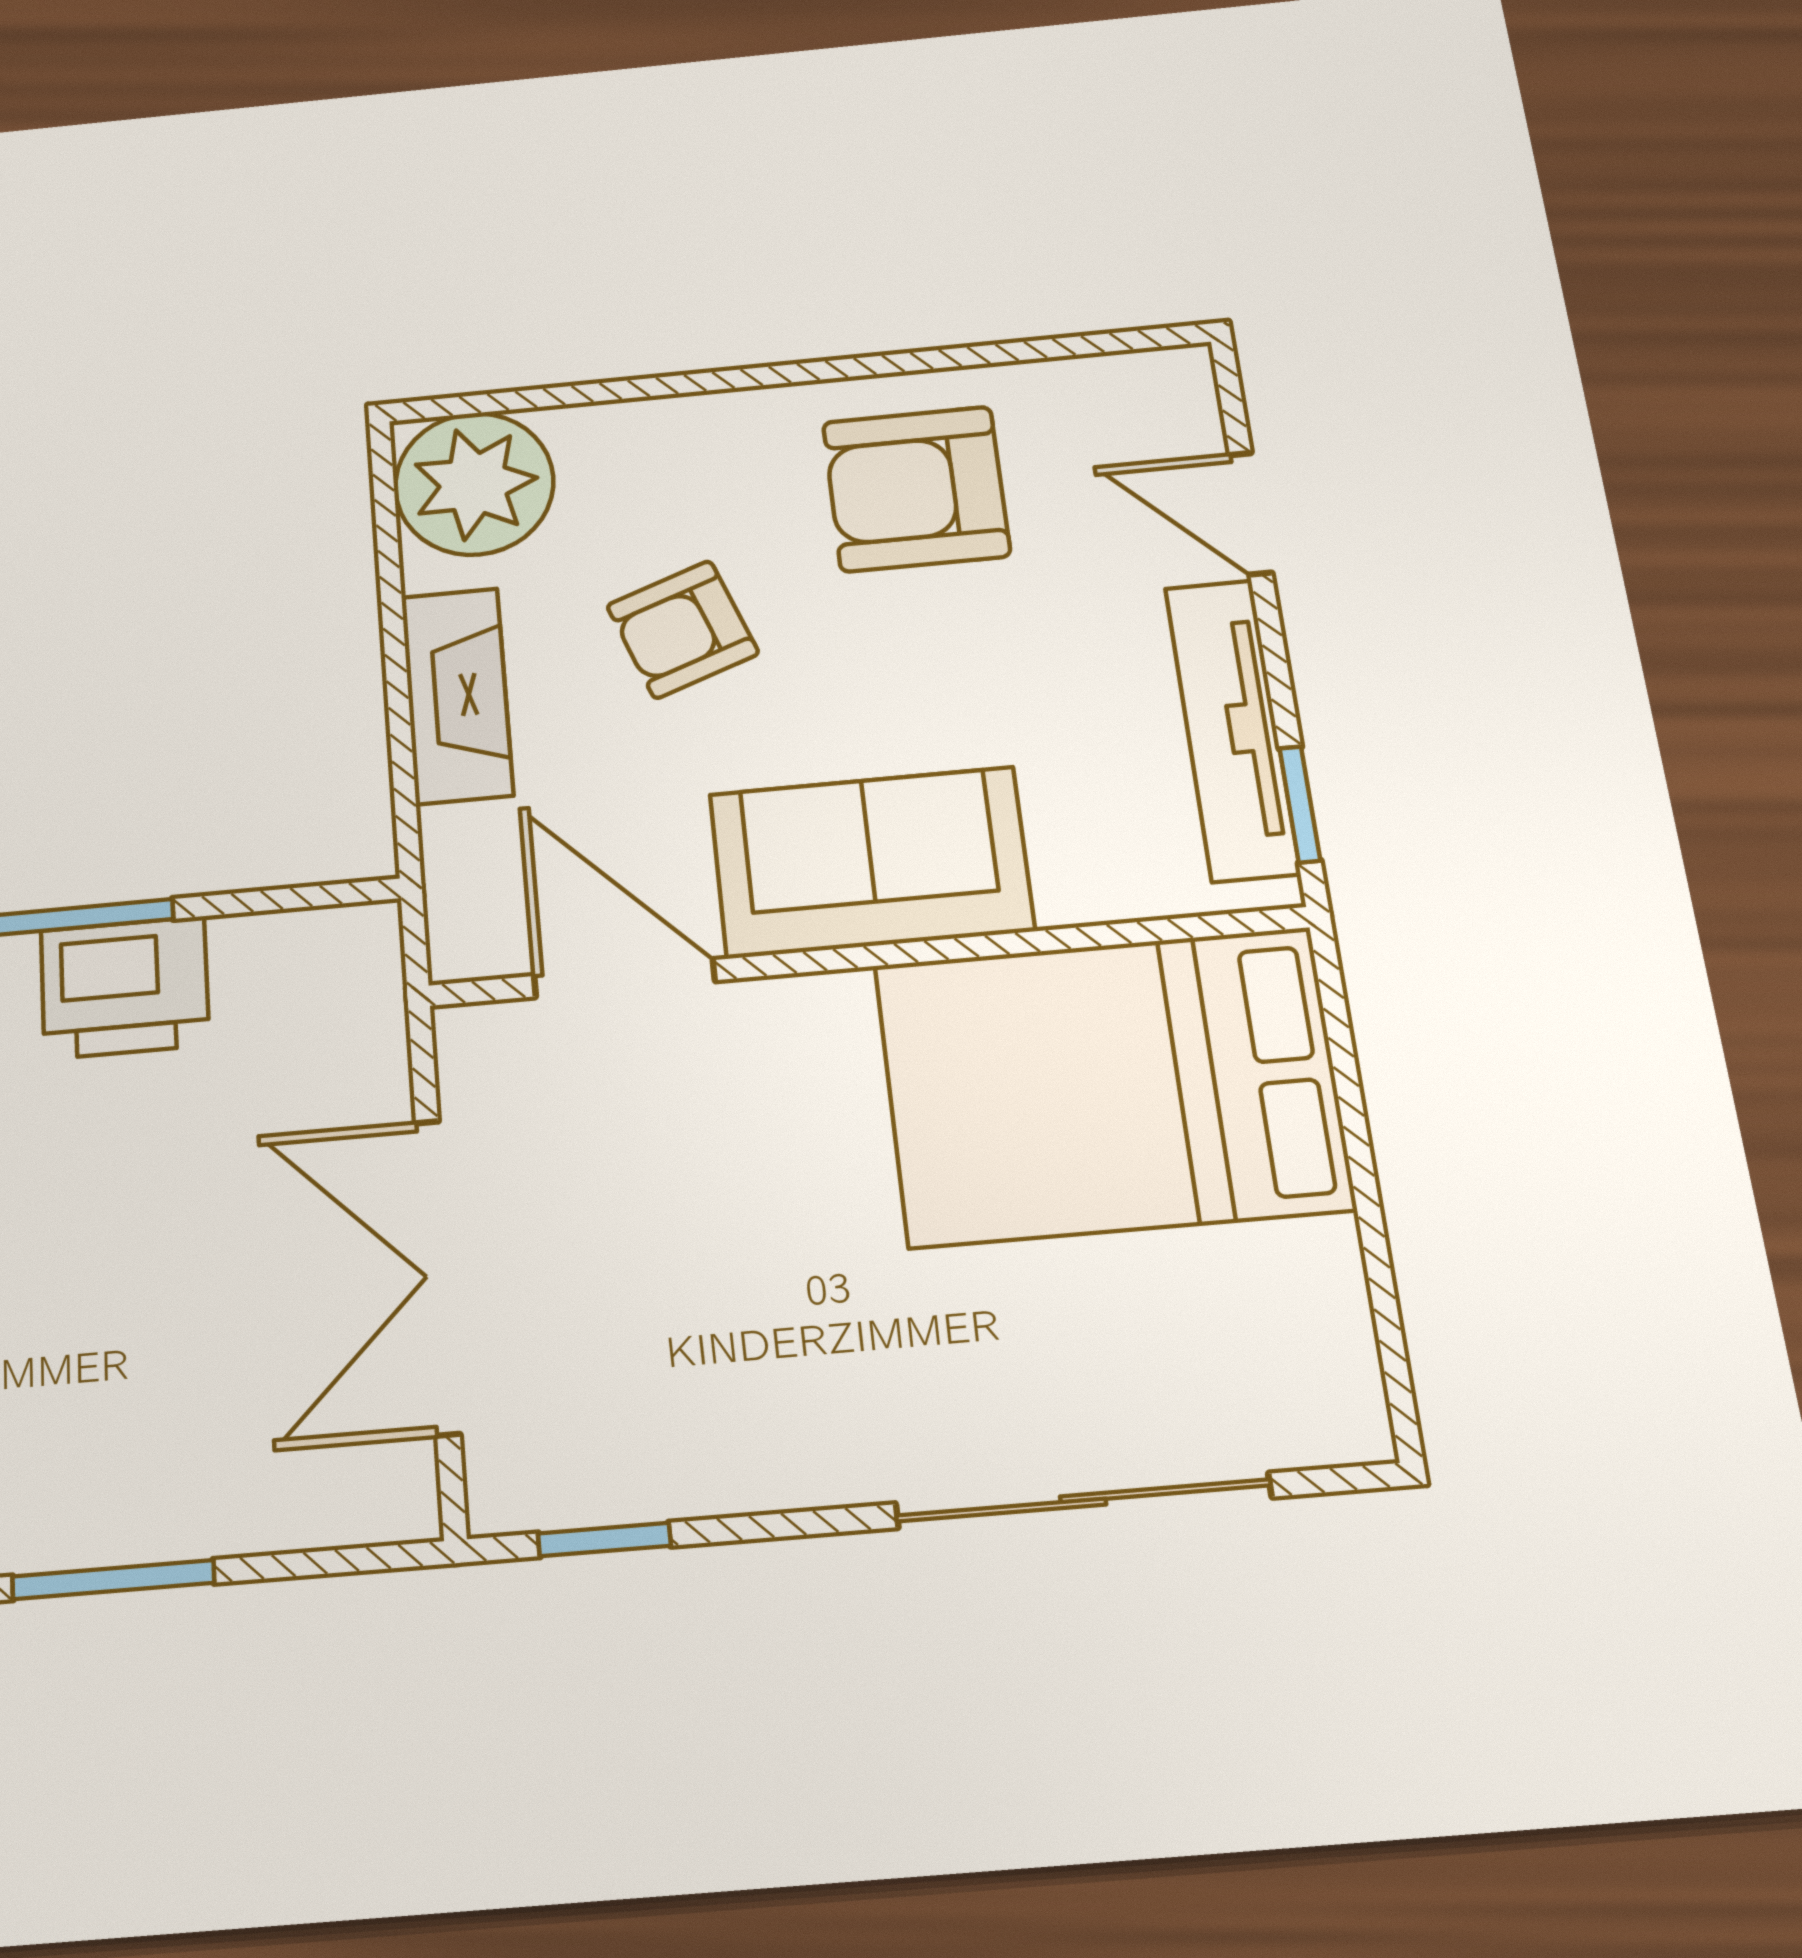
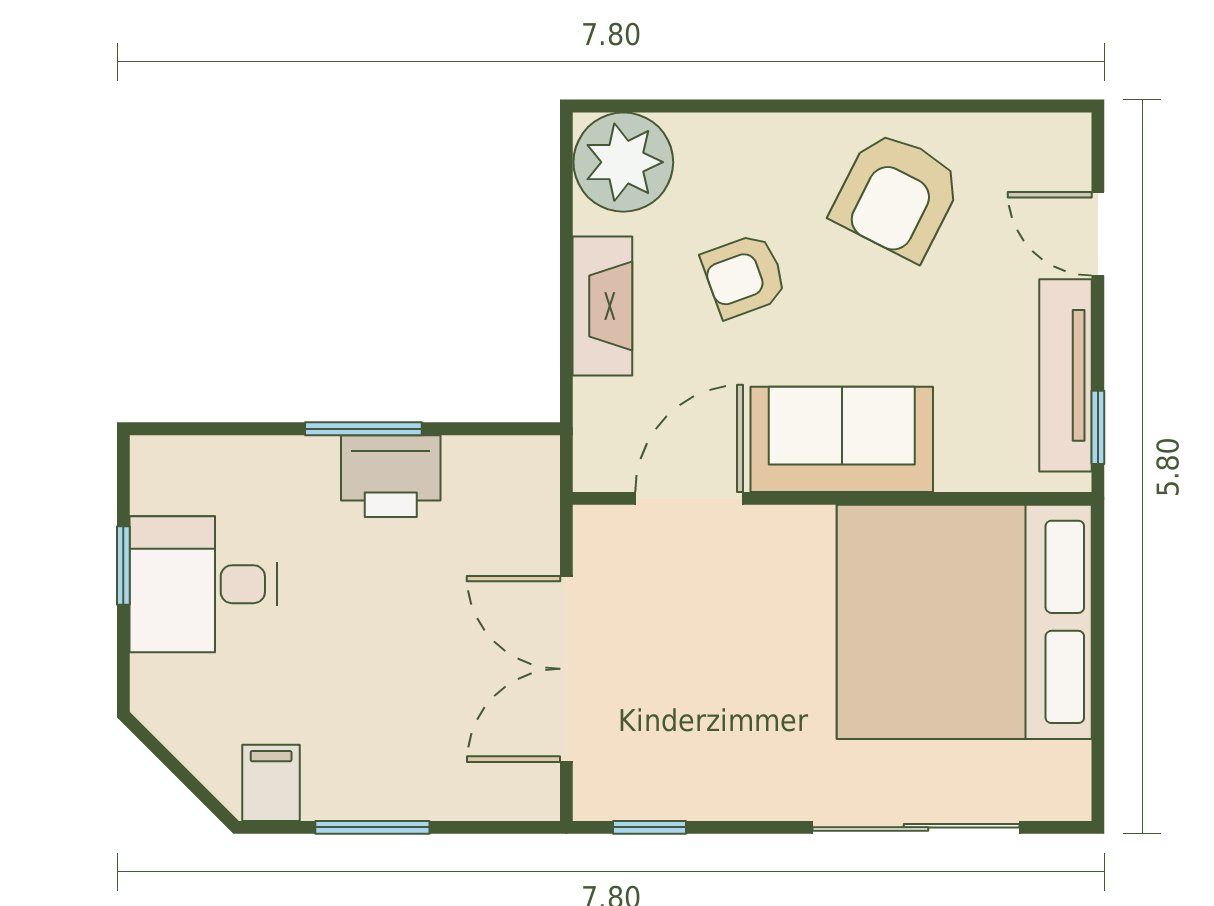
armchair: (916, 489) -> (897, 195), turned -63
door: (624, 978) -> (689, 498), hinge flipped
bed: (1112, 1086) -> (964, 622), width x1.36

